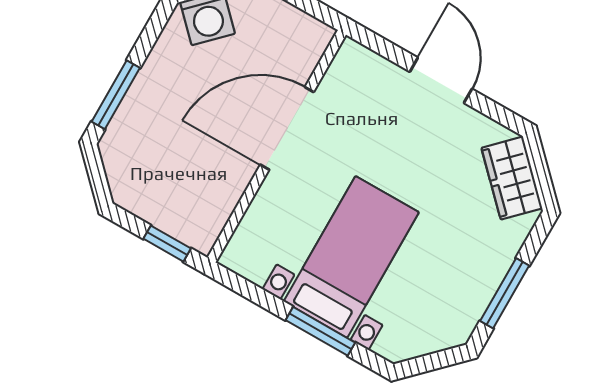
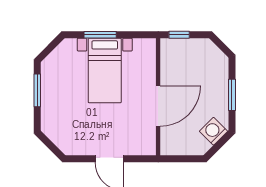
window: (116, 95) -> (232, 95), moved
wardrobe: (512, 178) -> (60, 137), removed

